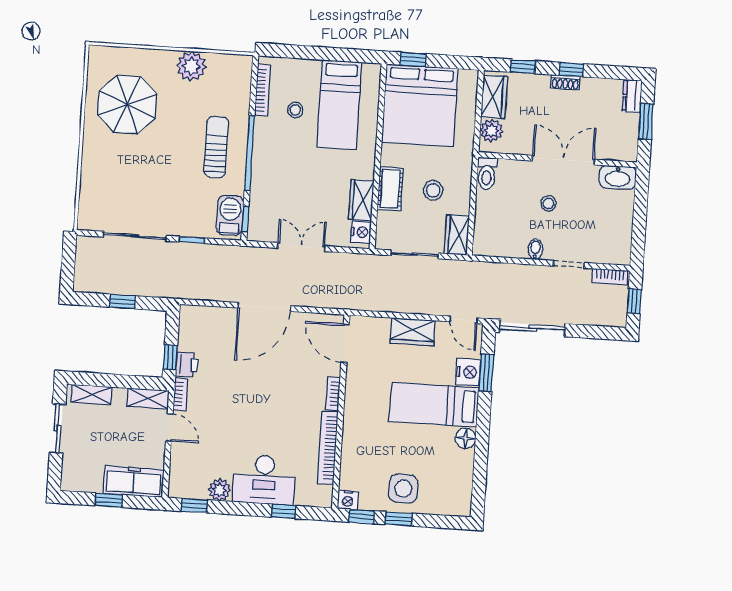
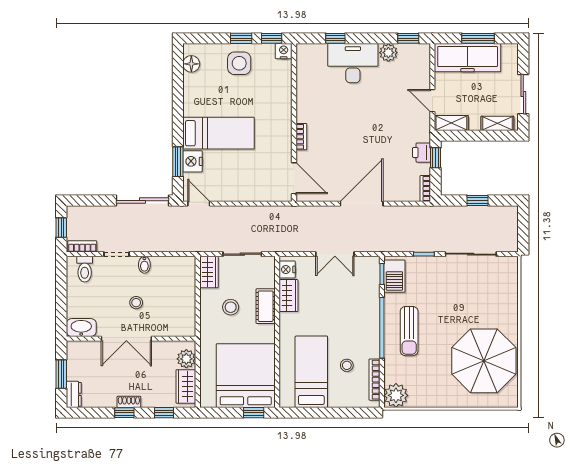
plant: (191, 66) -> (396, 395), moved
parasol: (127, 105) -> (484, 361), width x1.36, depth x1.36
toilet: (487, 173) -> (85, 269), moved, turned 180
wardrobe: (413, 332) -> (240, 191), removed
bookcase: (180, 394) -> (425, 189), moved
floor lamp: (465, 438) -> (191, 64), moved
bookcase: (328, 448) -> (303, 92), removed
freezer: (134, 482) -> (468, 58), width x1.36, depth x1.26
window: (109, 500) -> (478, 38), width x1.50

